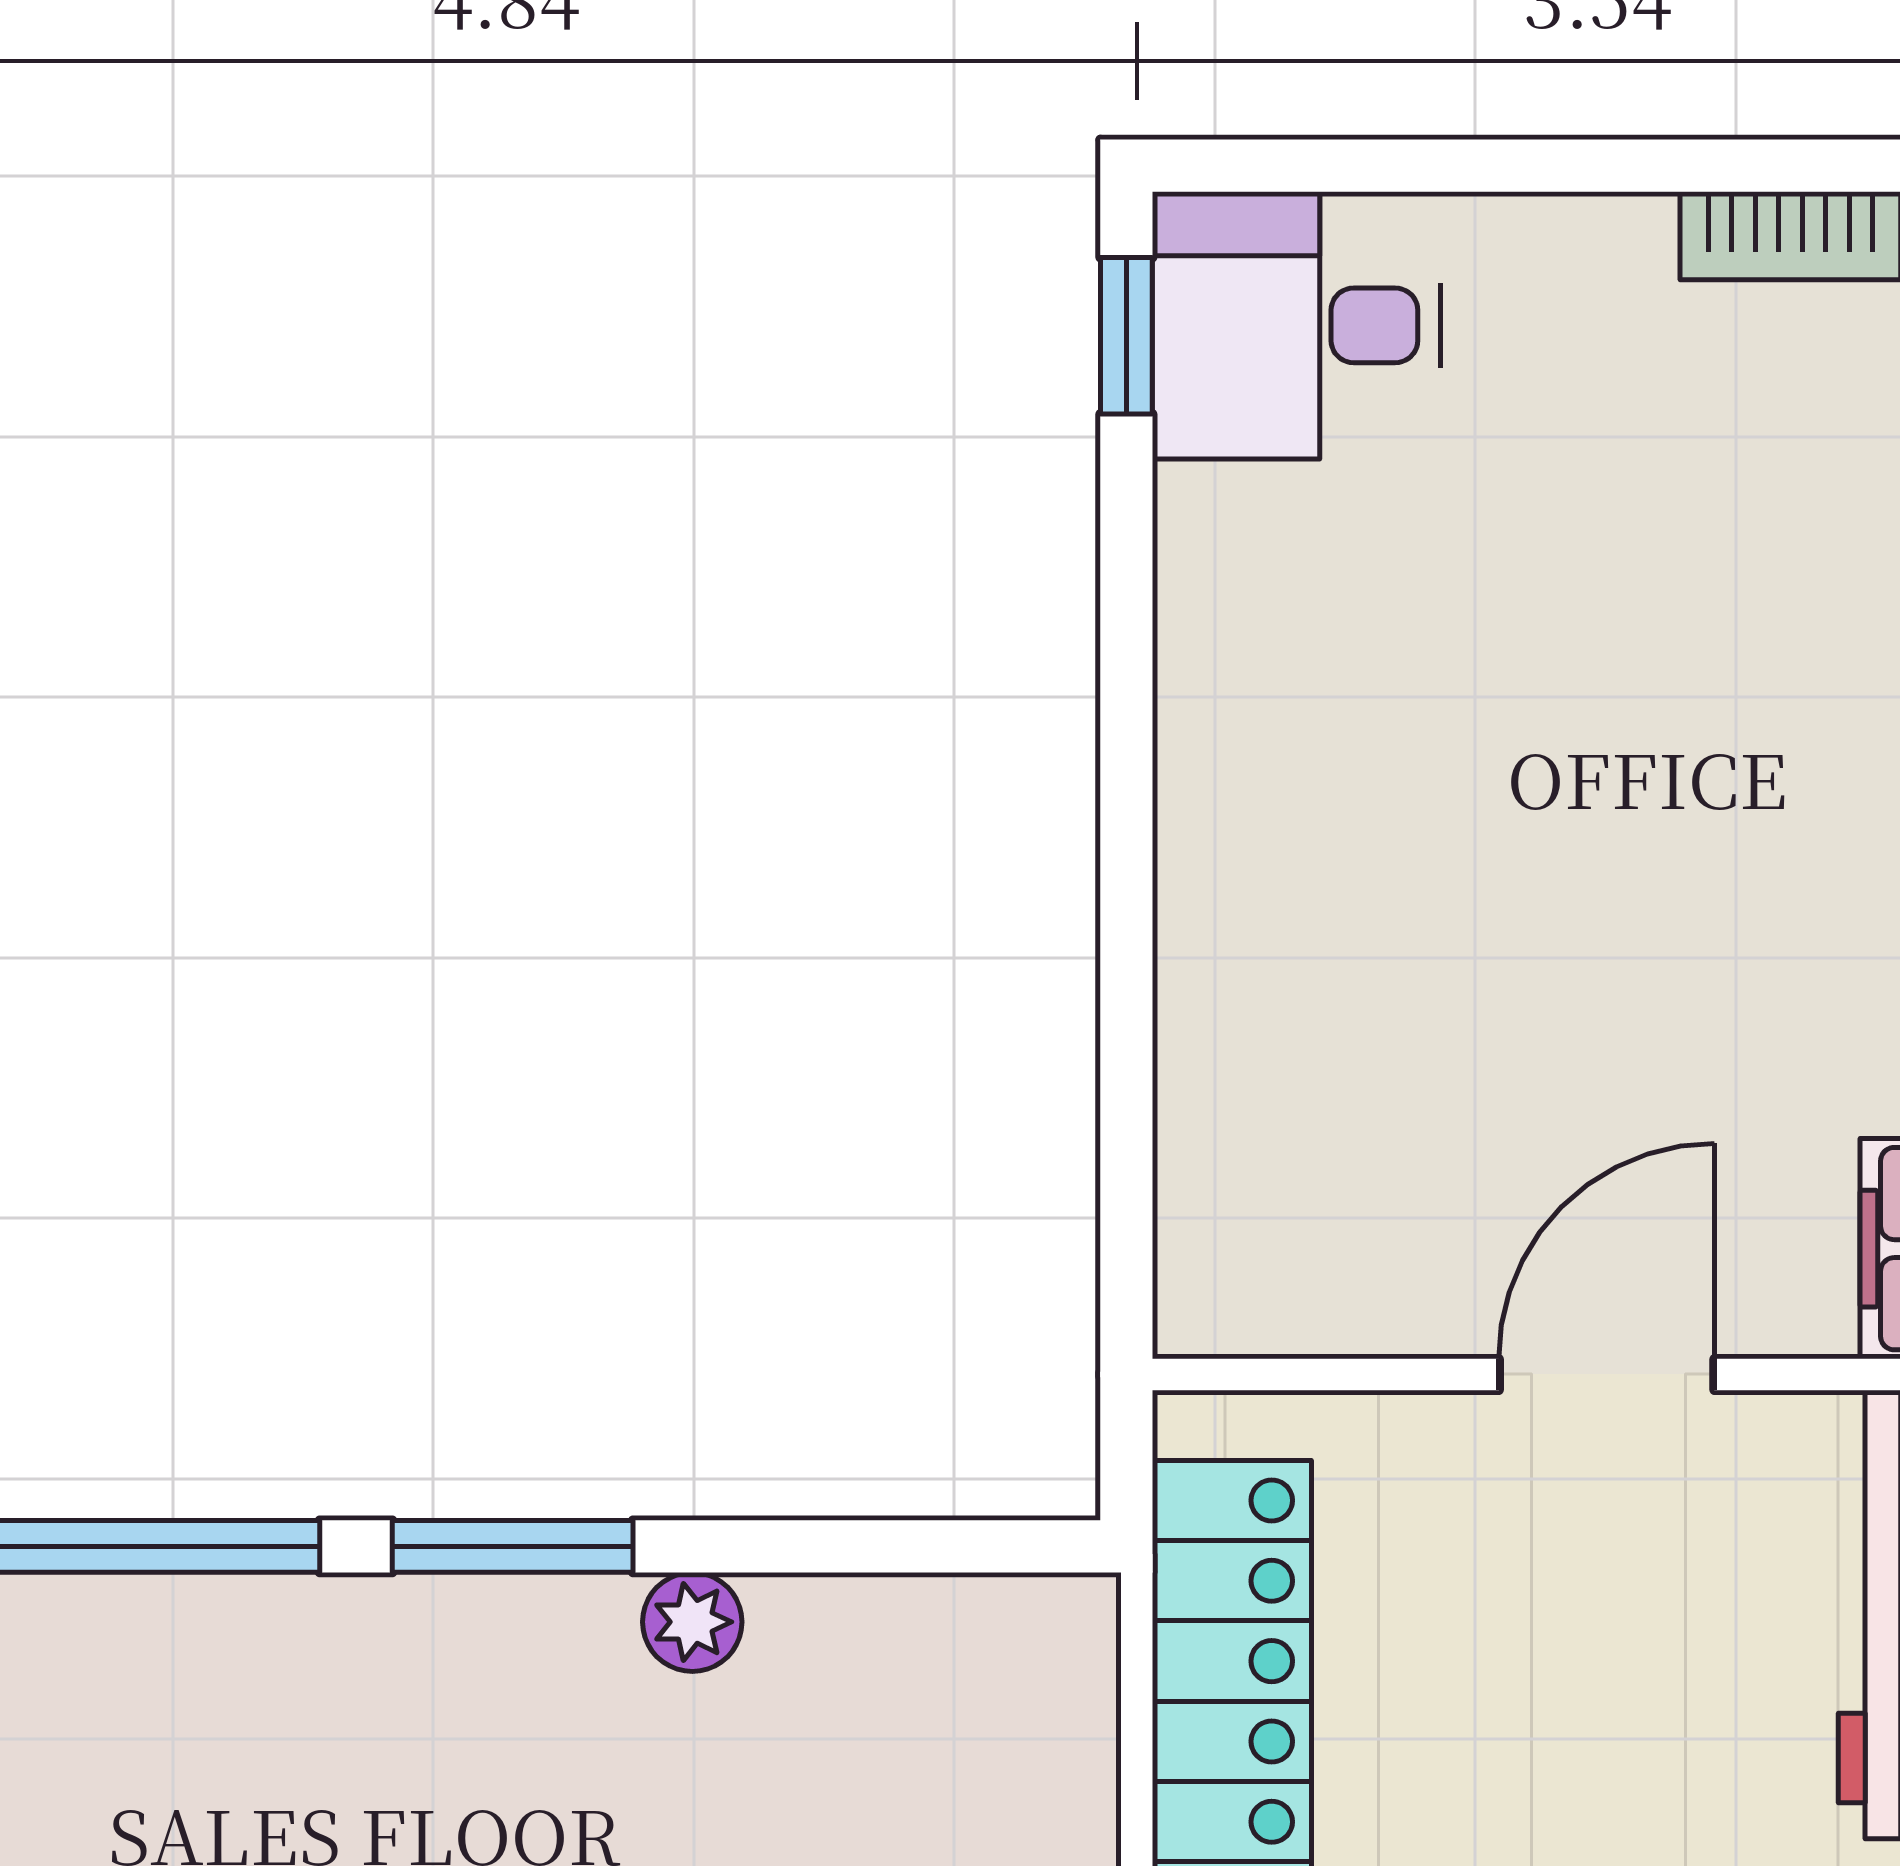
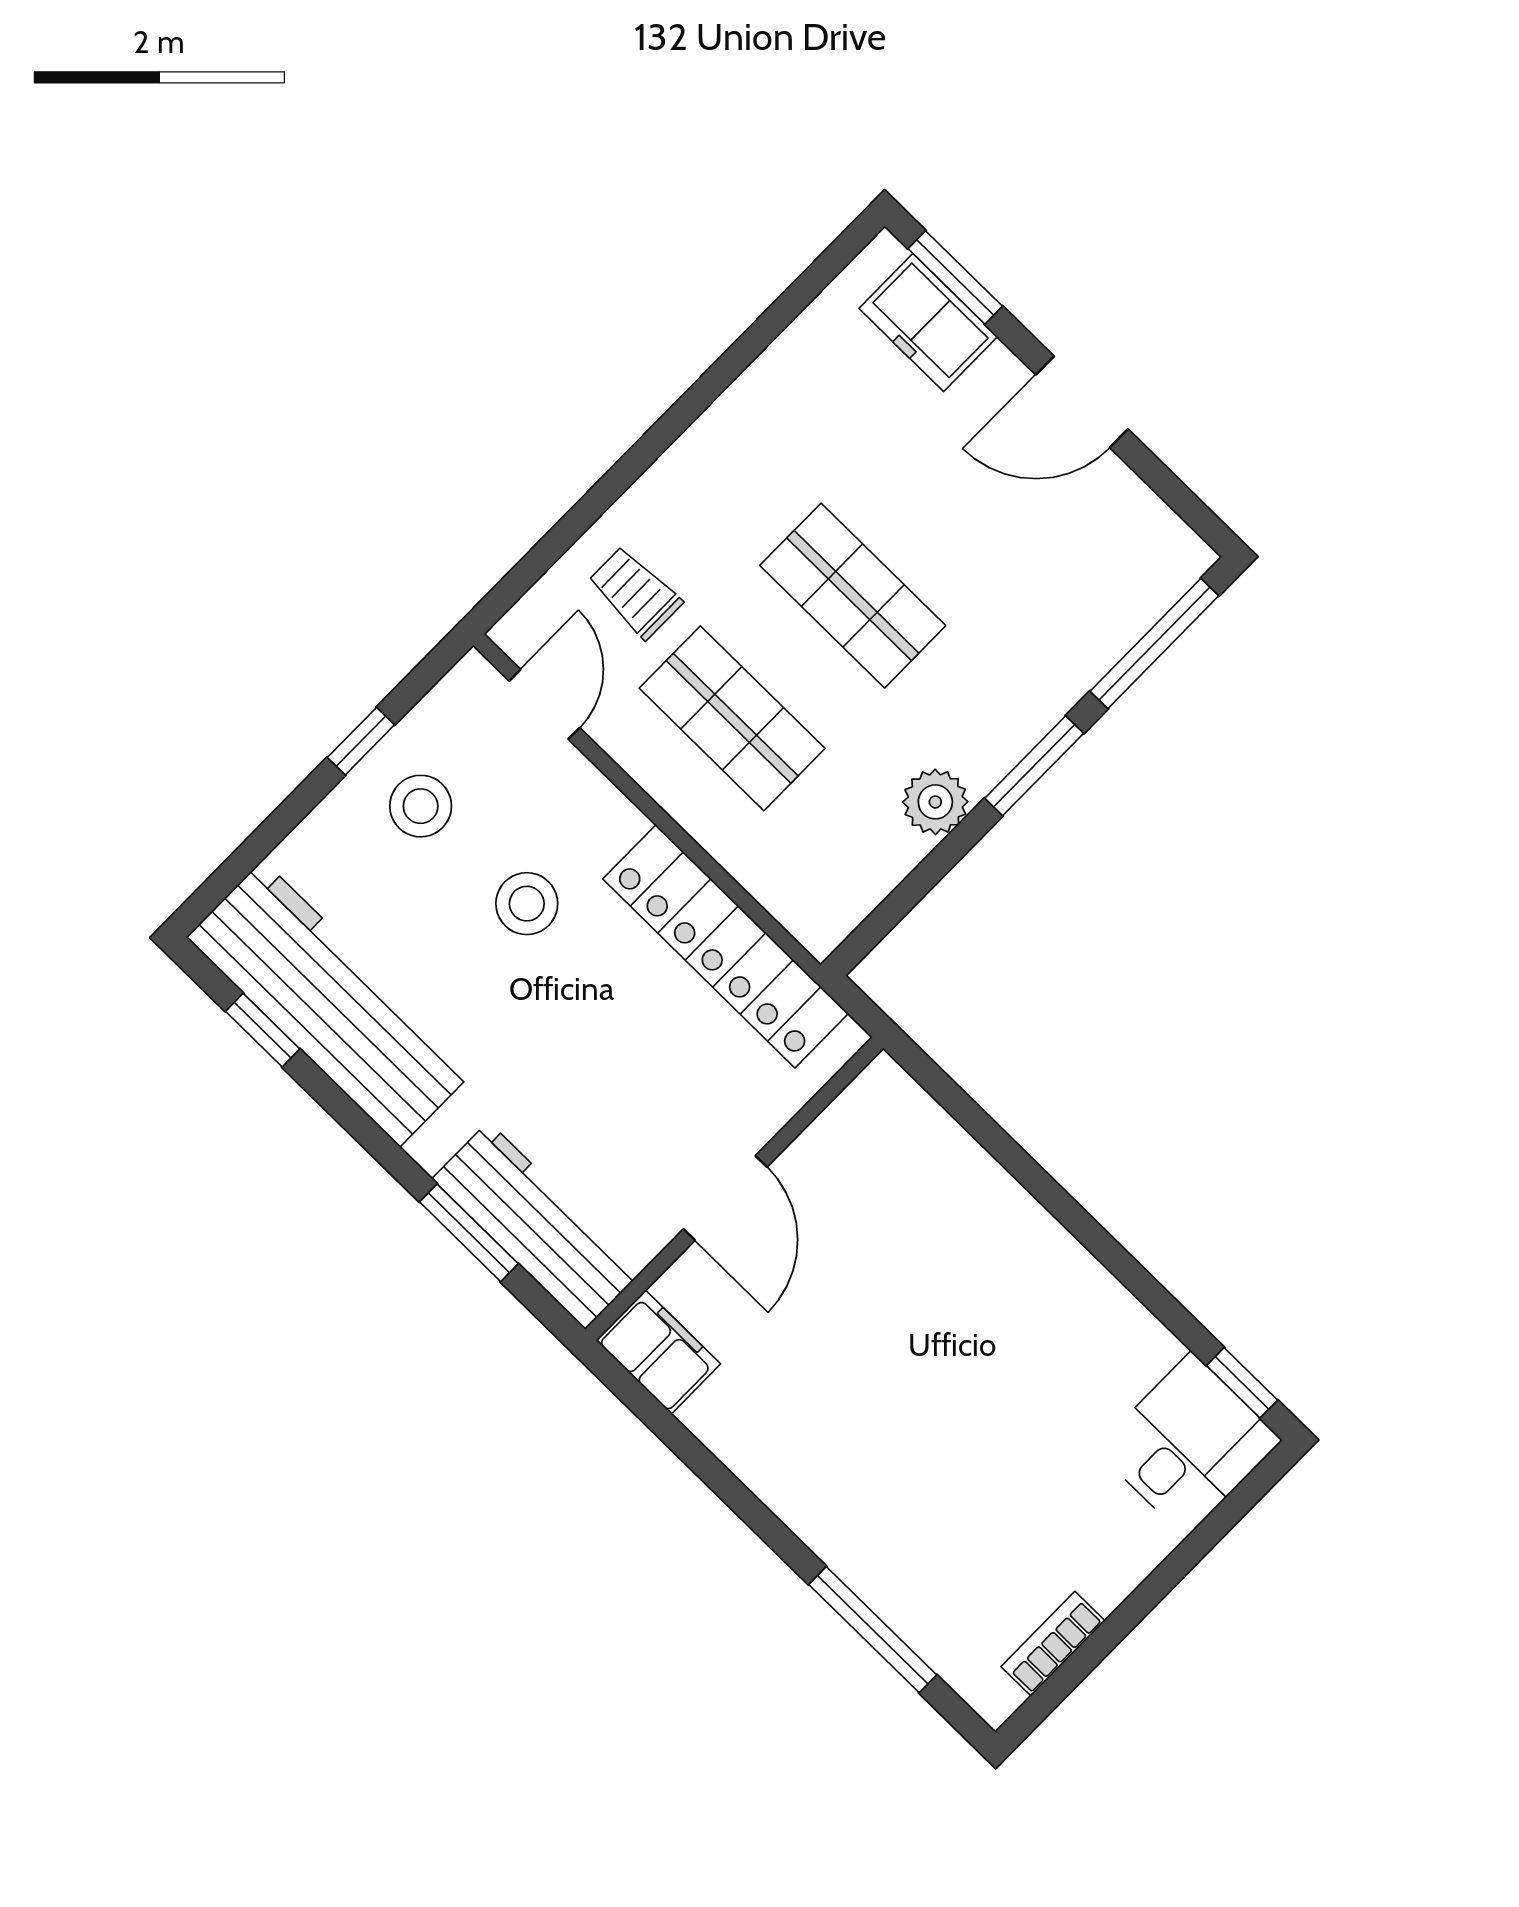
plant: (692, 1622) -> (935, 802), width x1.38, depth x1.38

